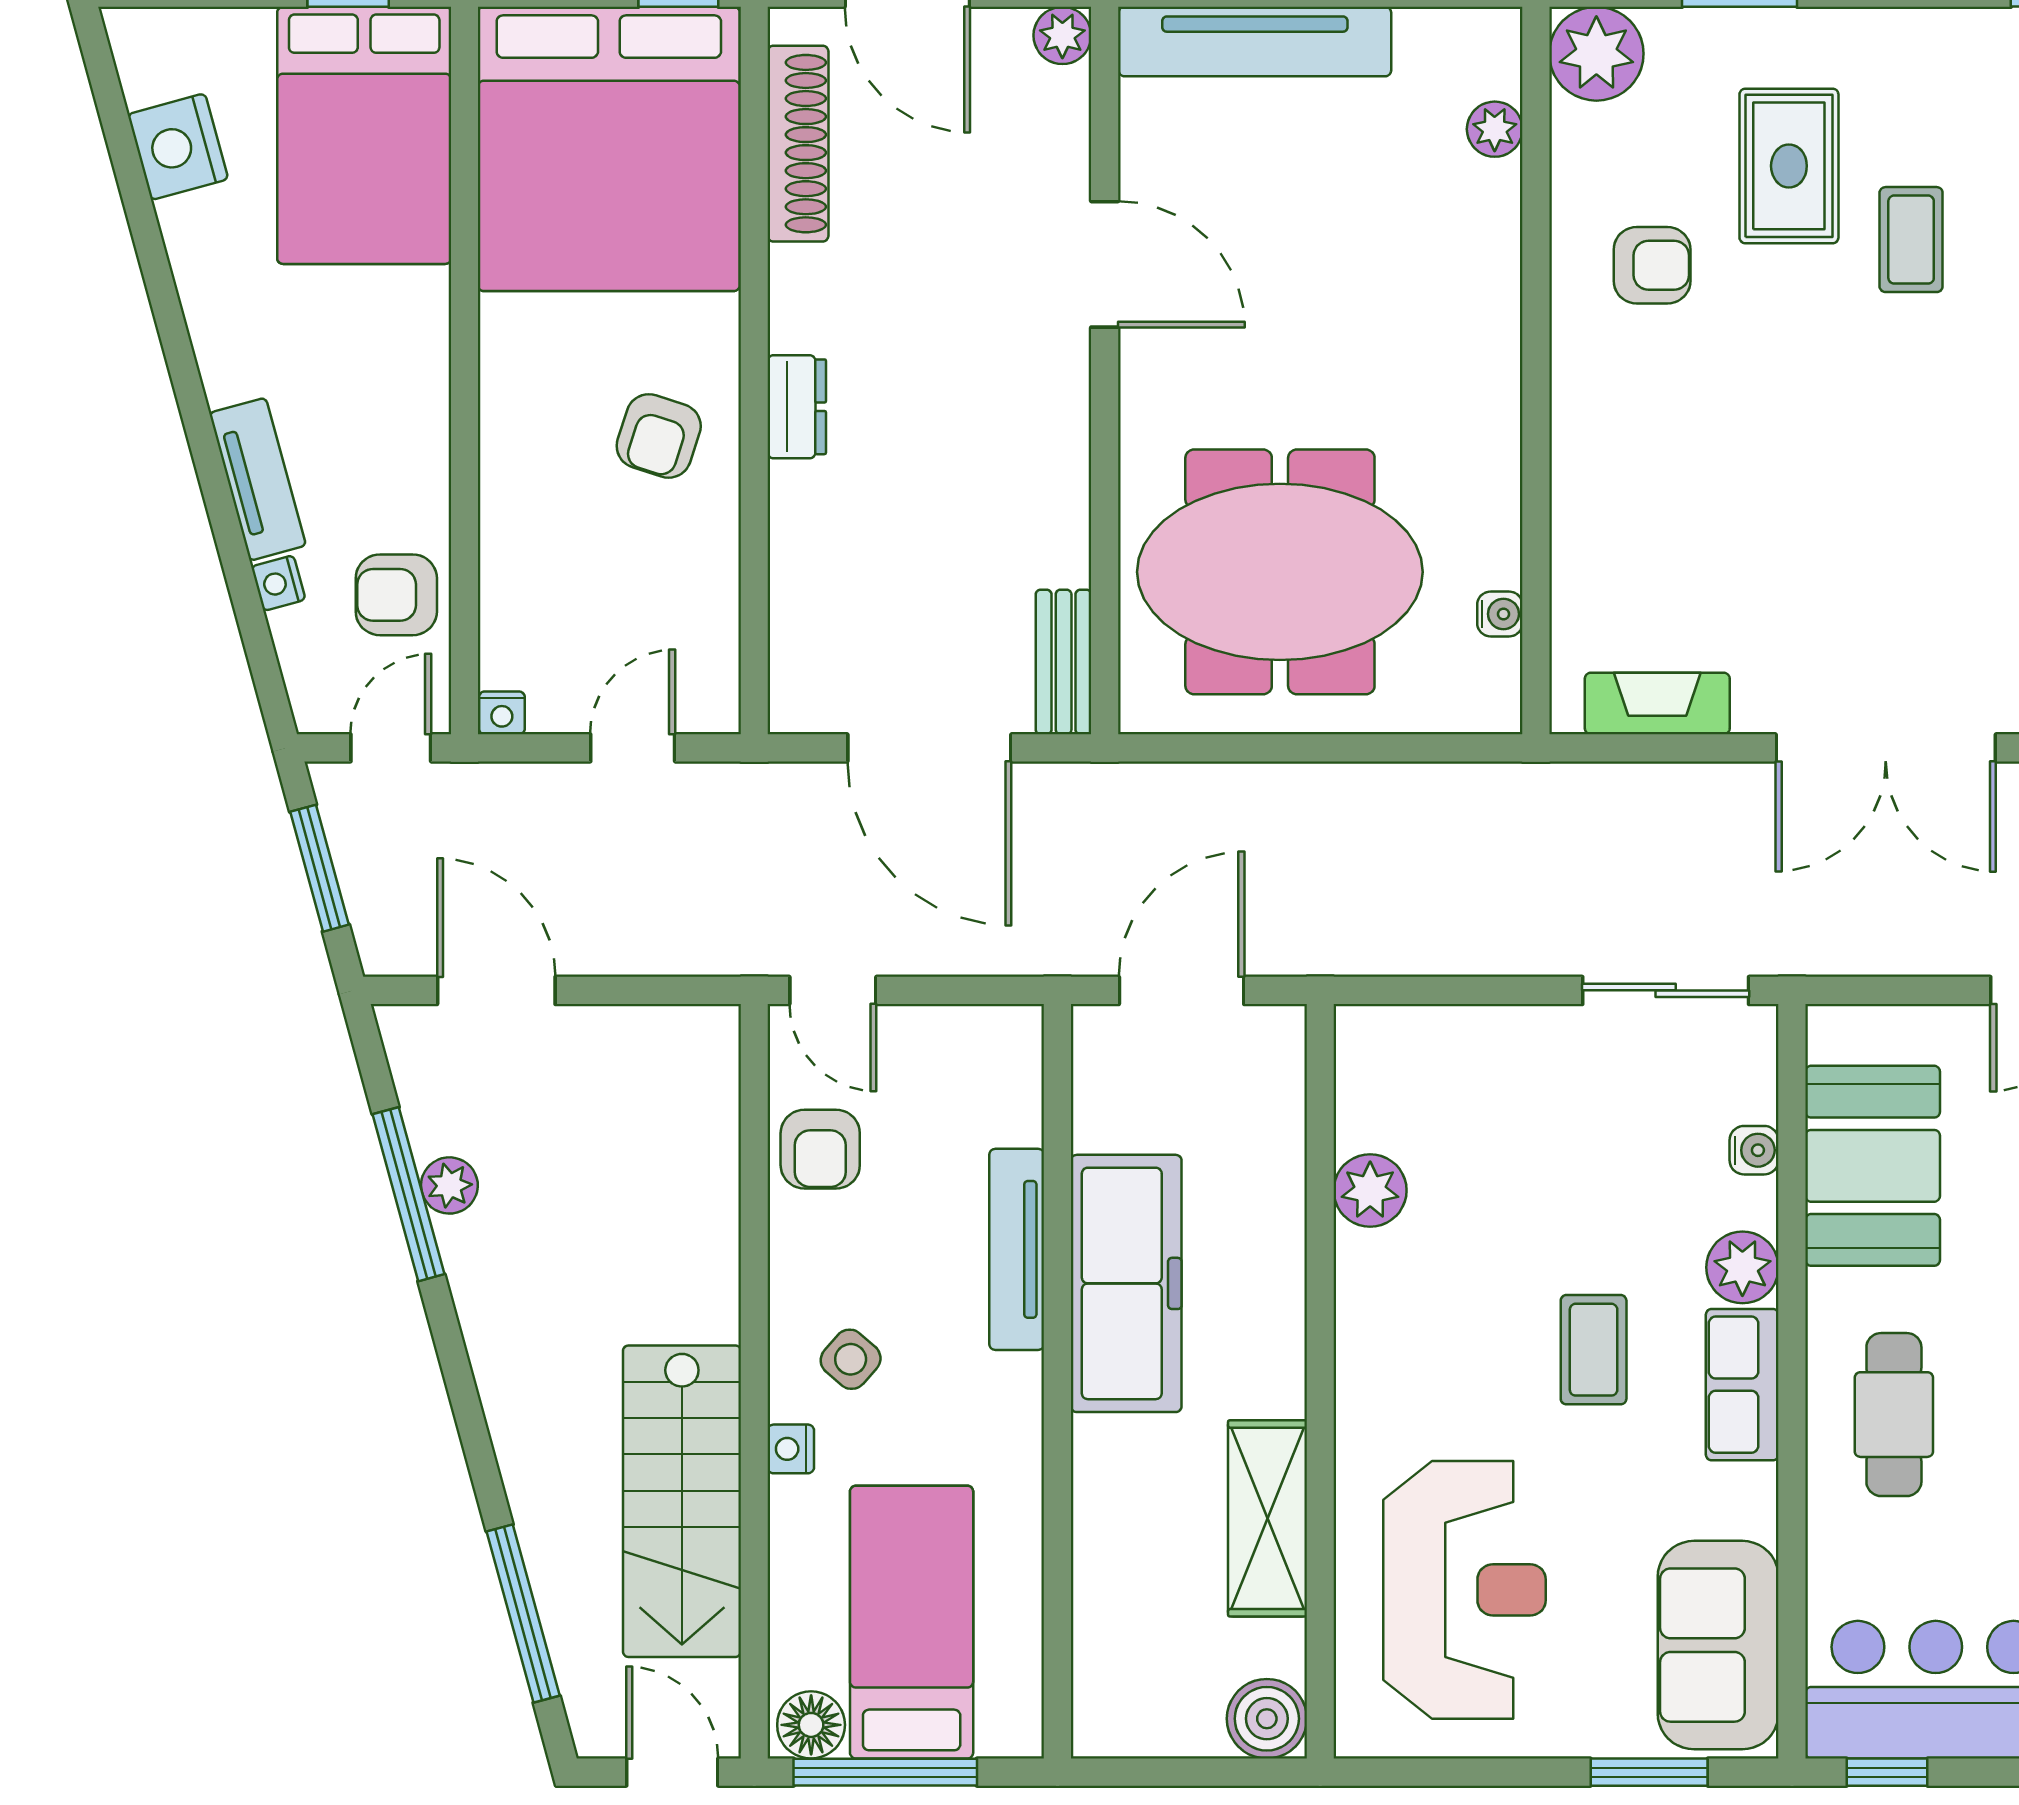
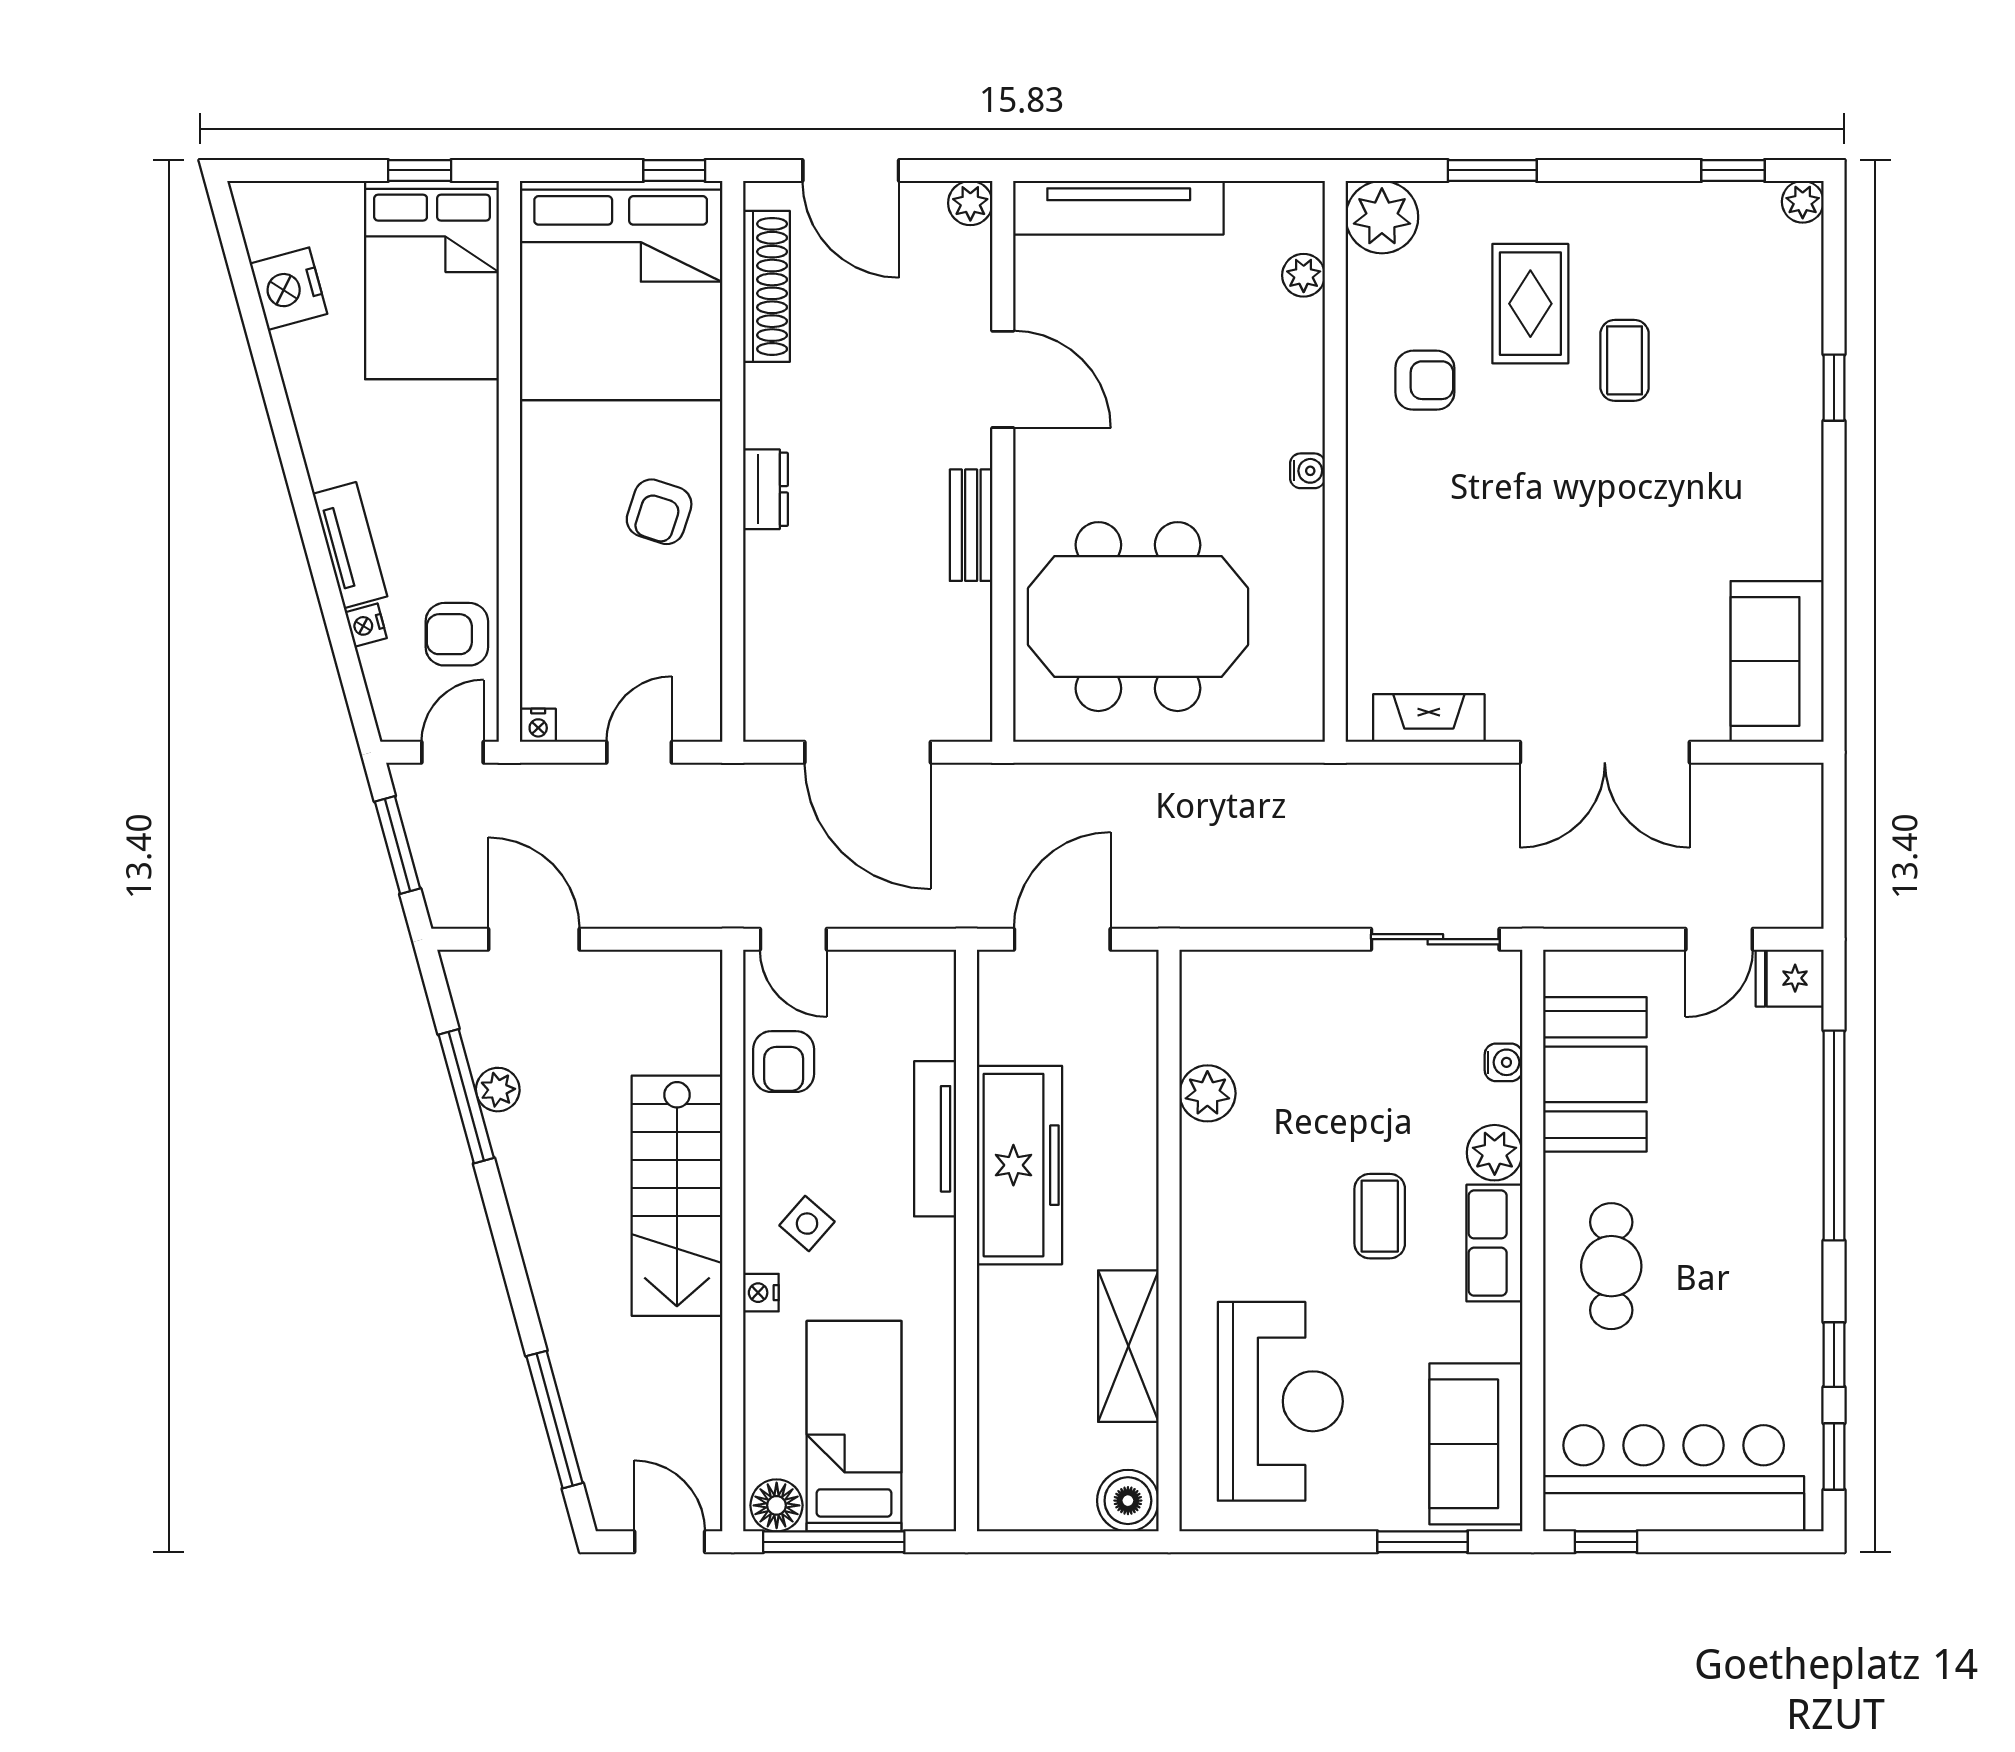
water cooler: (1500, 614) -> (1307, 471), moved
bench: (1064, 662) -> (971, 525), moved
stairs: (682, 1501) -> (677, 1196), moved

